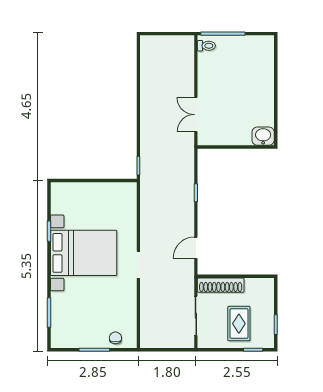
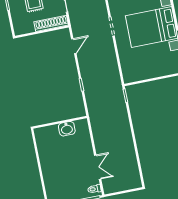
double door: (196, 115) -> (98, 167), moved
washbasin: (263, 136) -> (67, 129), moved

